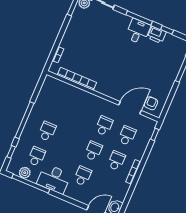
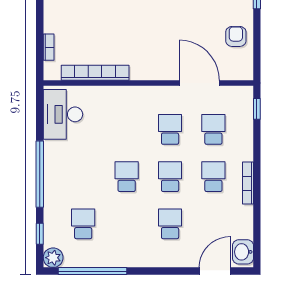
armchair: (151, 103) -> (236, 36), moved
door: (130, 108) -> (199, 83), hinge flipped
school desk: (47, 131) -> (127, 177), moved
plant: (25, 173) -> (53, 258), moved
desk: (54, 179) -> (63, 114), moved, turned 90

